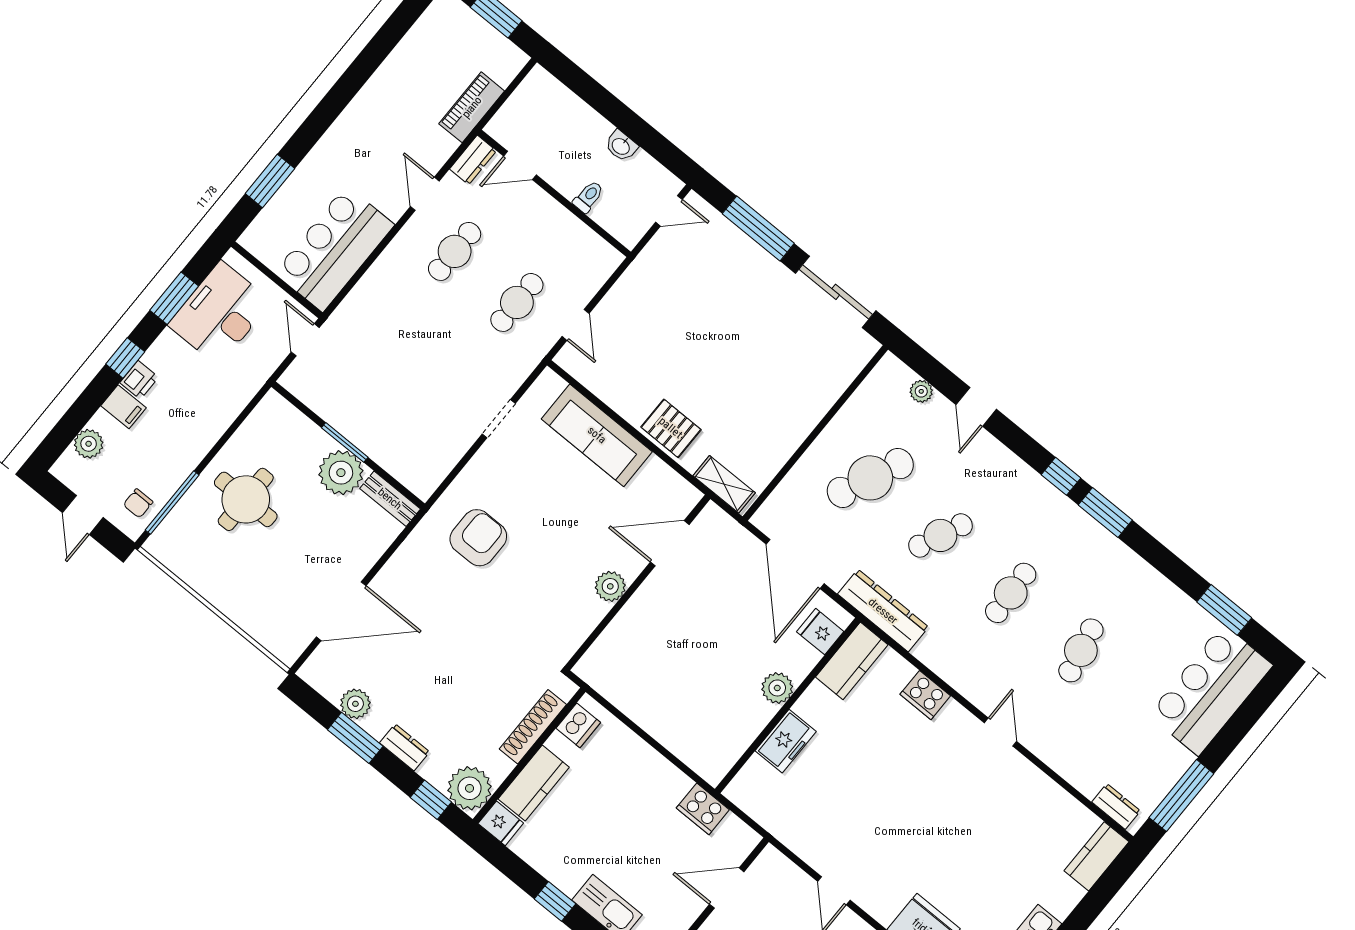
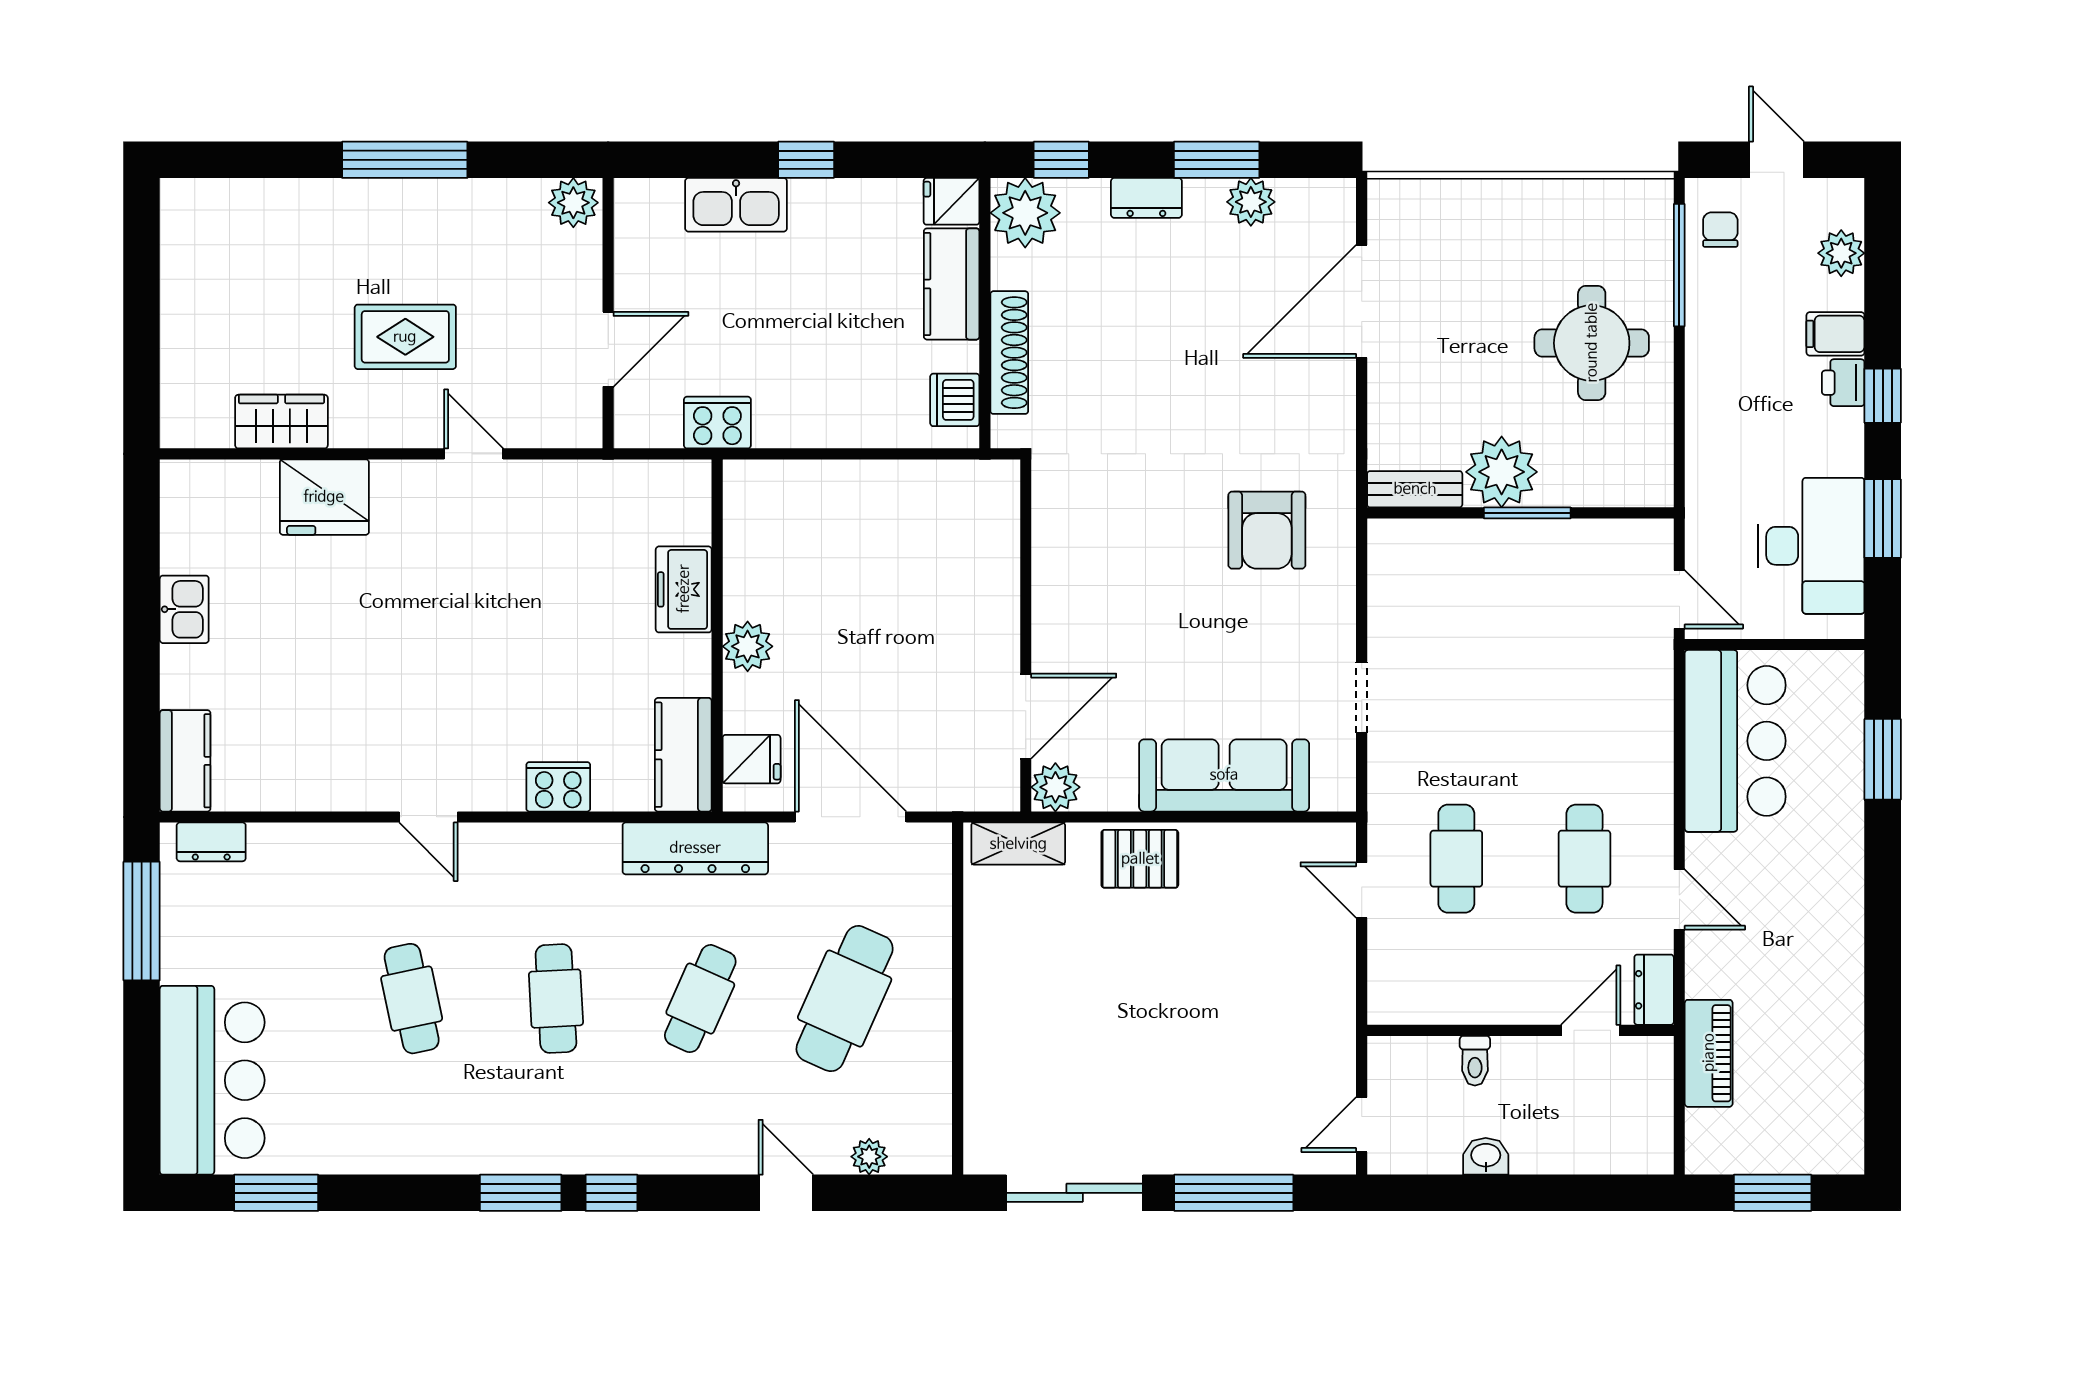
plant: (610, 586) -> (1055, 787), moved

